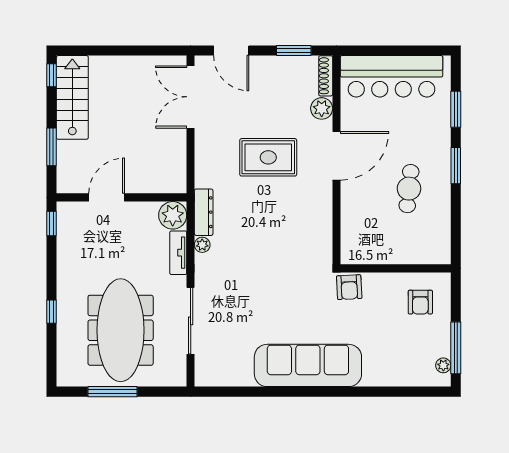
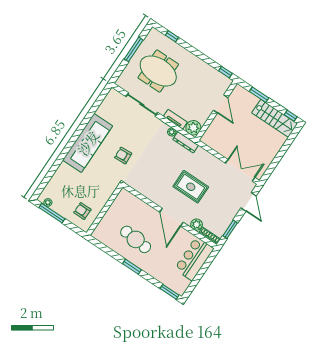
door: (231, 51) -> (249, 202), swing flipped
bar counter: (392, 76) -> (194, 259), width x0.73
window: (456, 109) -> (169, 292), moved
rug: (268, 157) -> (191, 187), turned 90
cafe table: (409, 189) -> (136, 239), width x1.37, depth x1.35
armchair: (349, 287) -> (123, 156), moved
window: (52, 312) -> (172, 36), moved
meeting table: (121, 330) -> (158, 71), width x0.73

